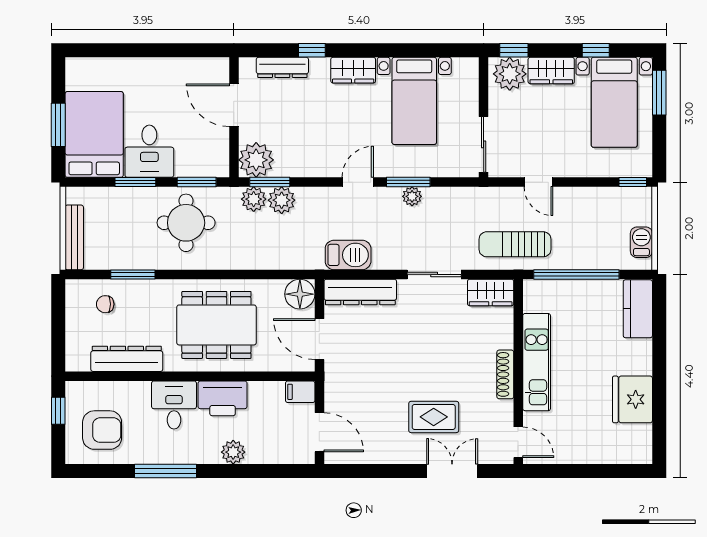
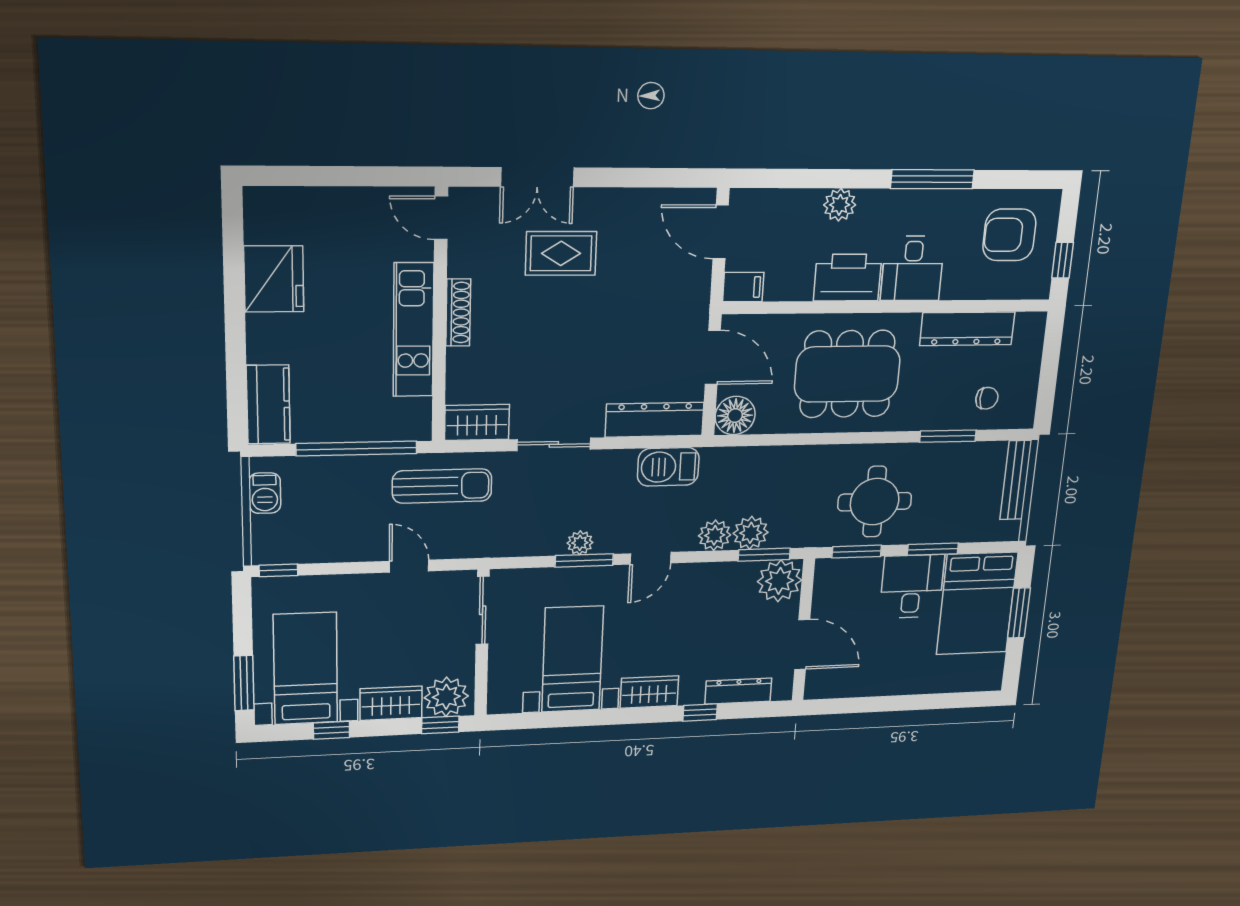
plant: (254, 199) -> (715, 535), moved

